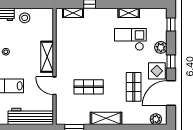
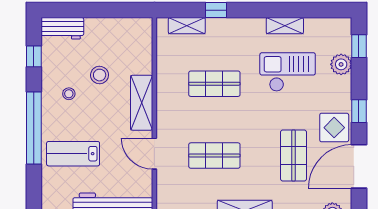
stool: (25, 18) -> (100, 75), moved
shop shelf: (89, 46) -> (214, 84), added
plant: (161, 47) -> (341, 64), moved

